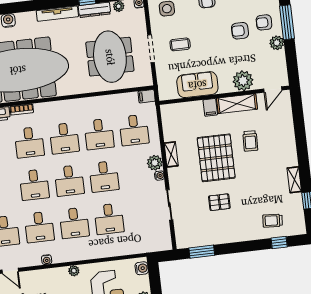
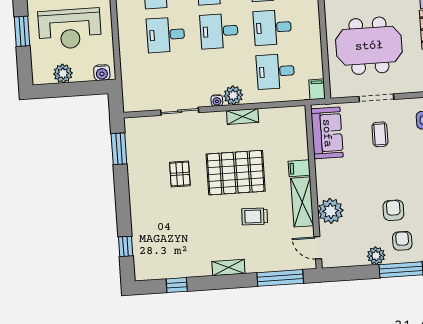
sofa: (197, 85) -> (327, 133), moved
window: (298, 118) -> (280, 278), added
shelving: (294, 180) -> (228, 268), moved
trolley: (273, 221) -> (153, 239), removed

